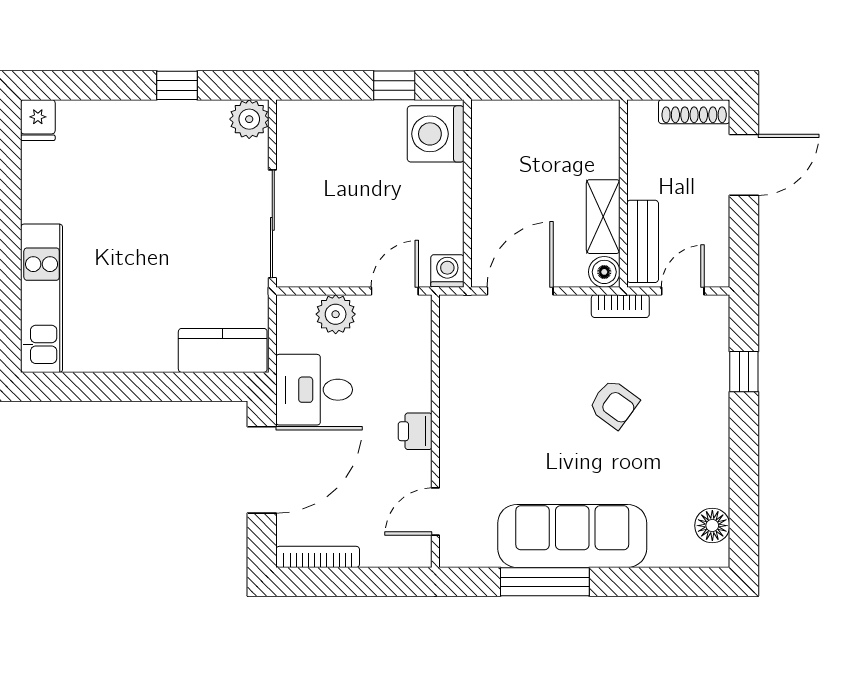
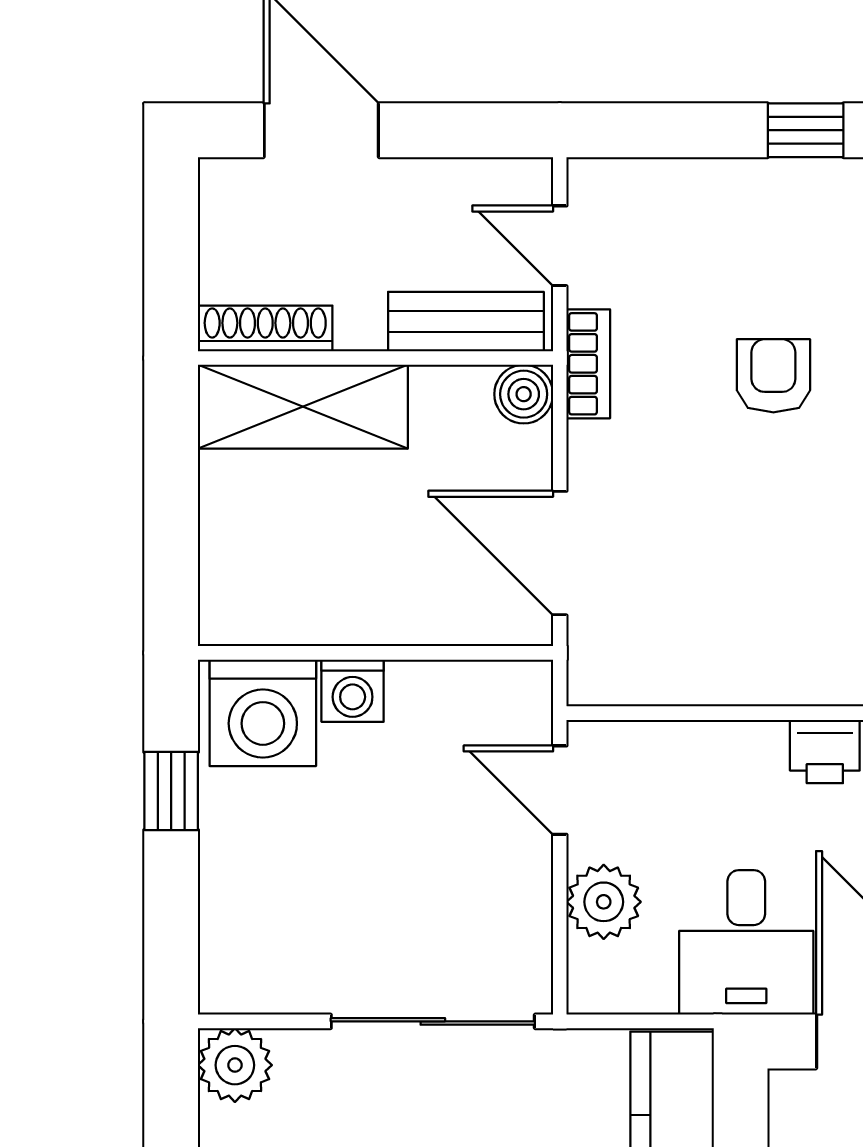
shoe rack: (694, 112) -> (265, 328), moved, turned -90
shelving: (603, 217) -> (303, 407), moved, width x1.50, depth x1.33
washing machine: (447, 271) -> (353, 691), moved, turned -90
window: (744, 372) -> (806, 130), moved
armchair: (614, 404) -> (773, 376), turned -36

